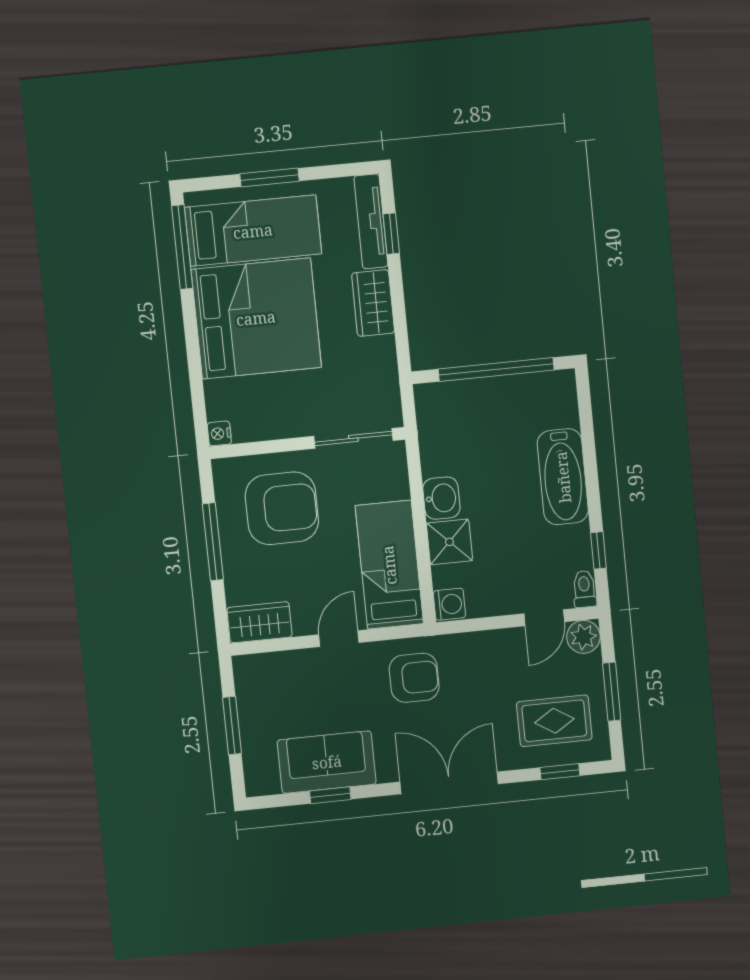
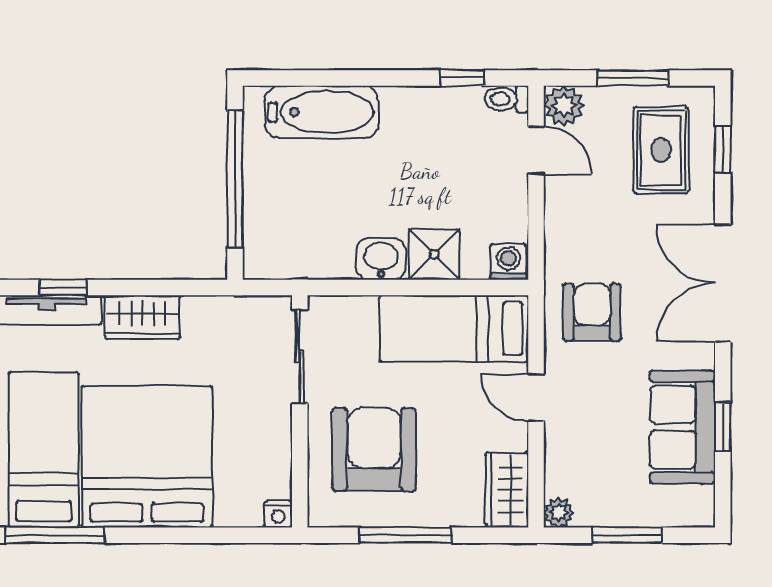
bathtub: (563, 477) -> (321, 112), moved
plant: (245, 667) -> (559, 513), added

